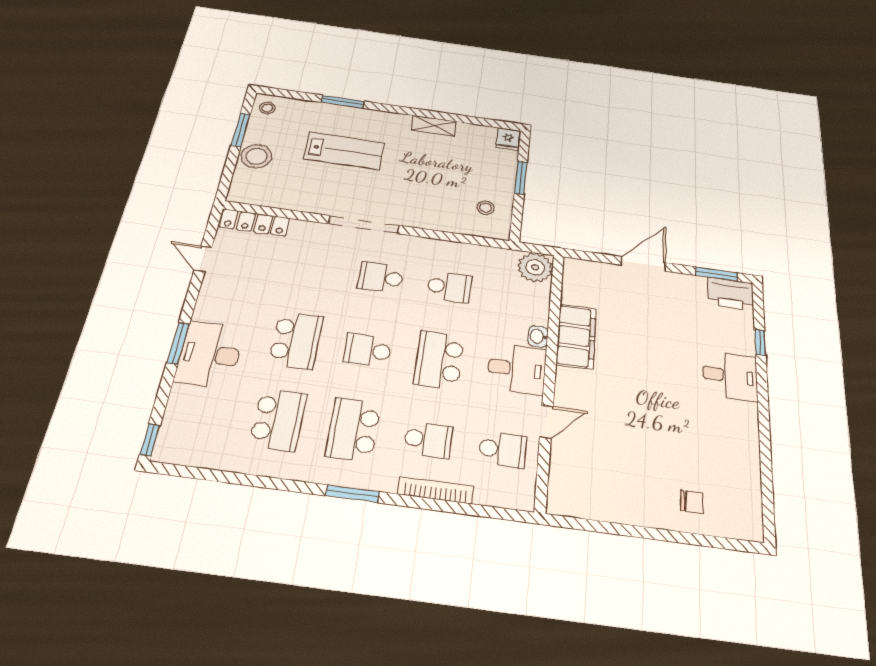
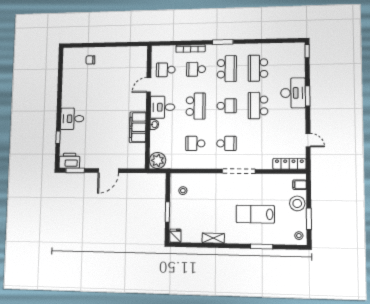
filing cabinet: (243, 185) -> (300, 185), added

